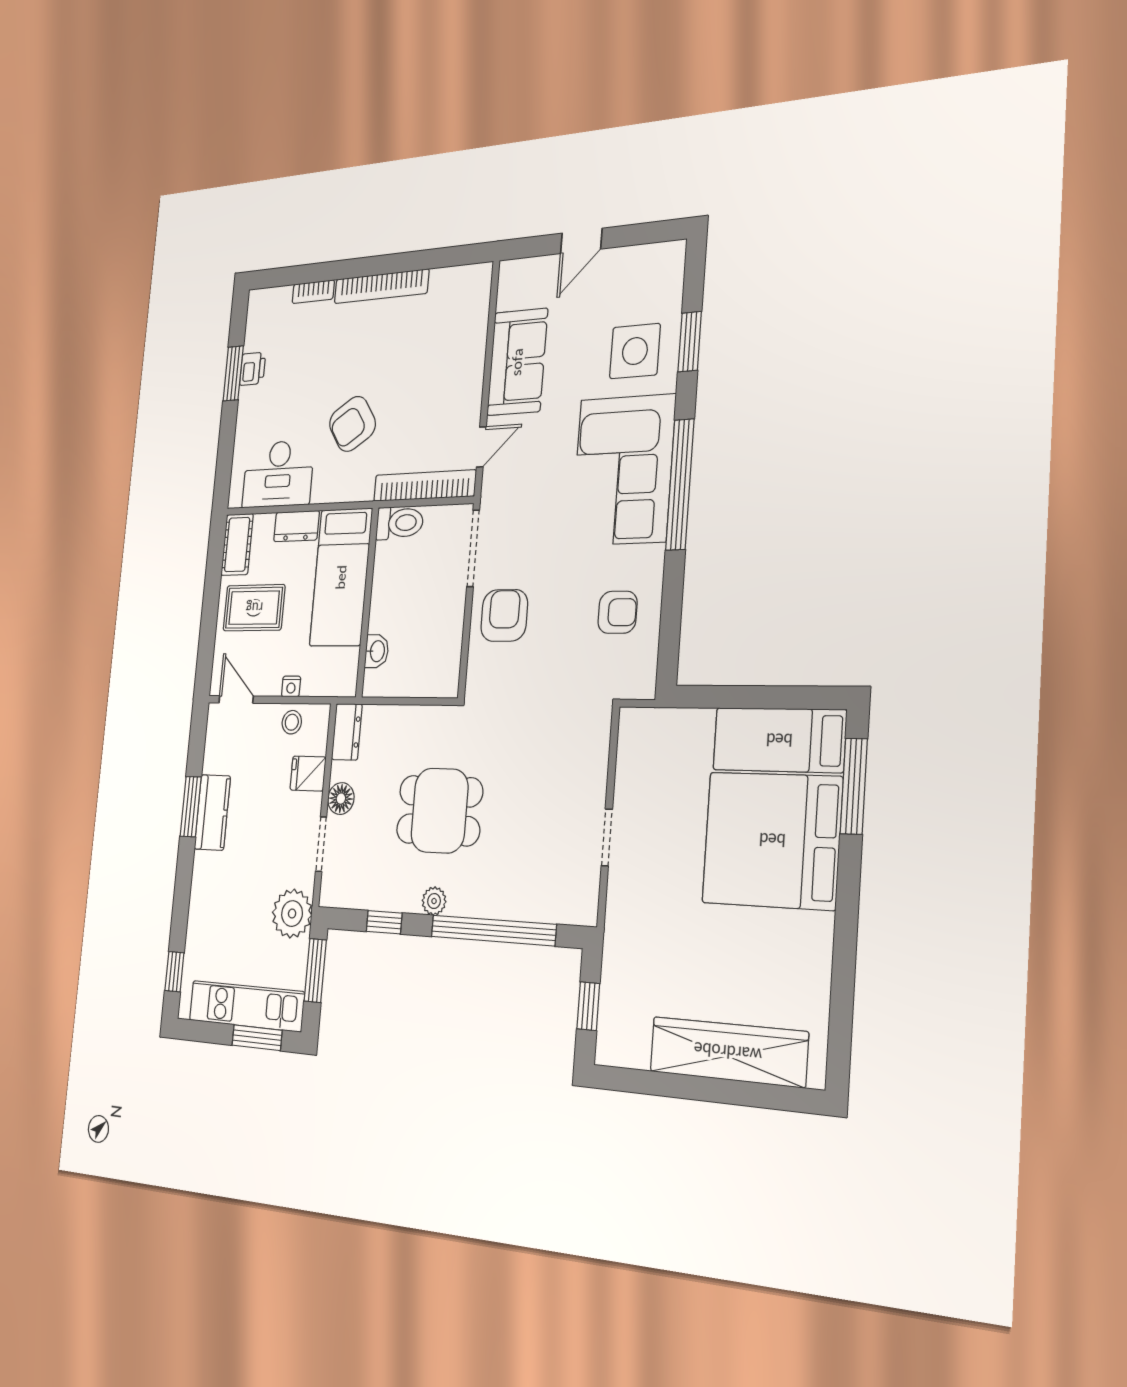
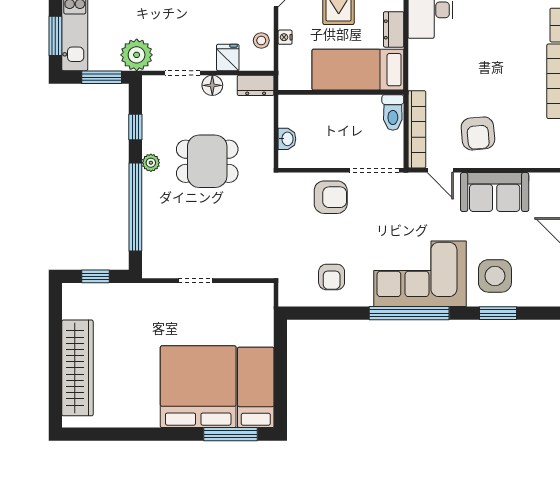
armchair: (352, 424) -> (478, 133), moved, turned -152
washbasin: (377, 651) -> (287, 139), moved, turned -90
dining table: (440, 811) -> (207, 161), turned 90

